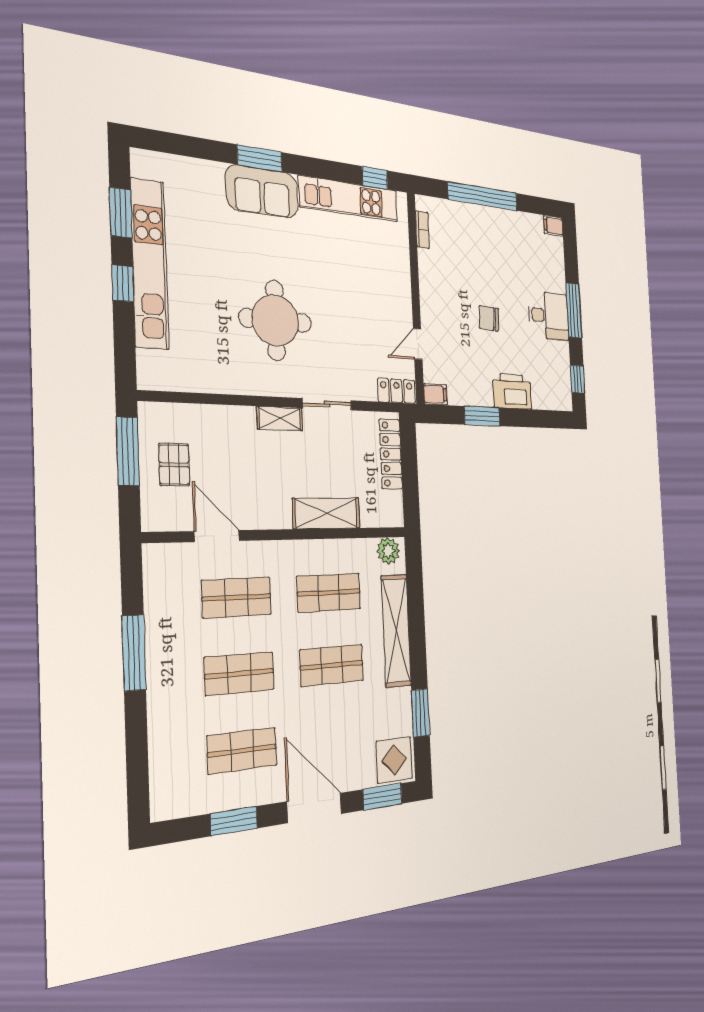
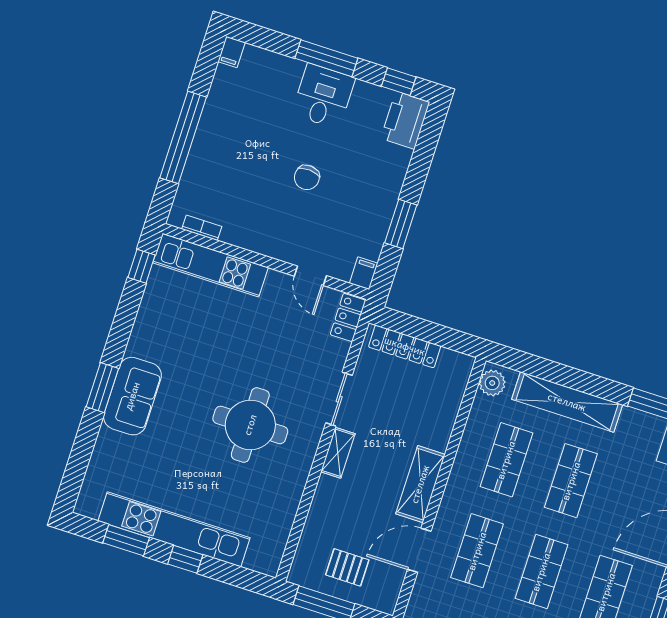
kitchen unit: (349, 199) -> (211, 265), moved, turned 90
printer: (512, 391) -> (405, 120), moved
shelving: (326, 513) -> (420, 484), moved

